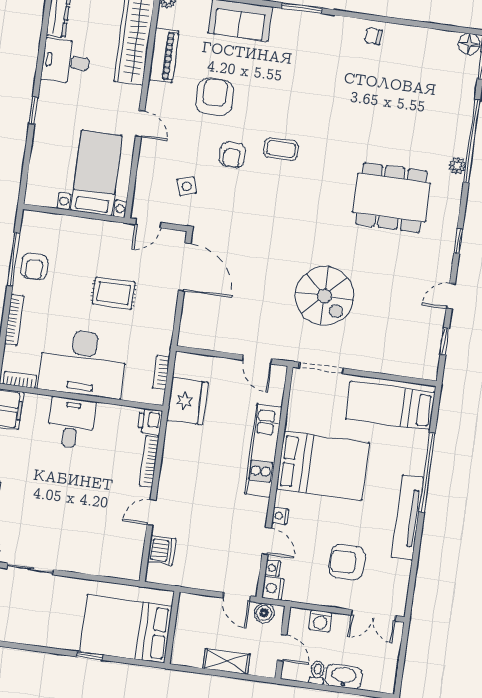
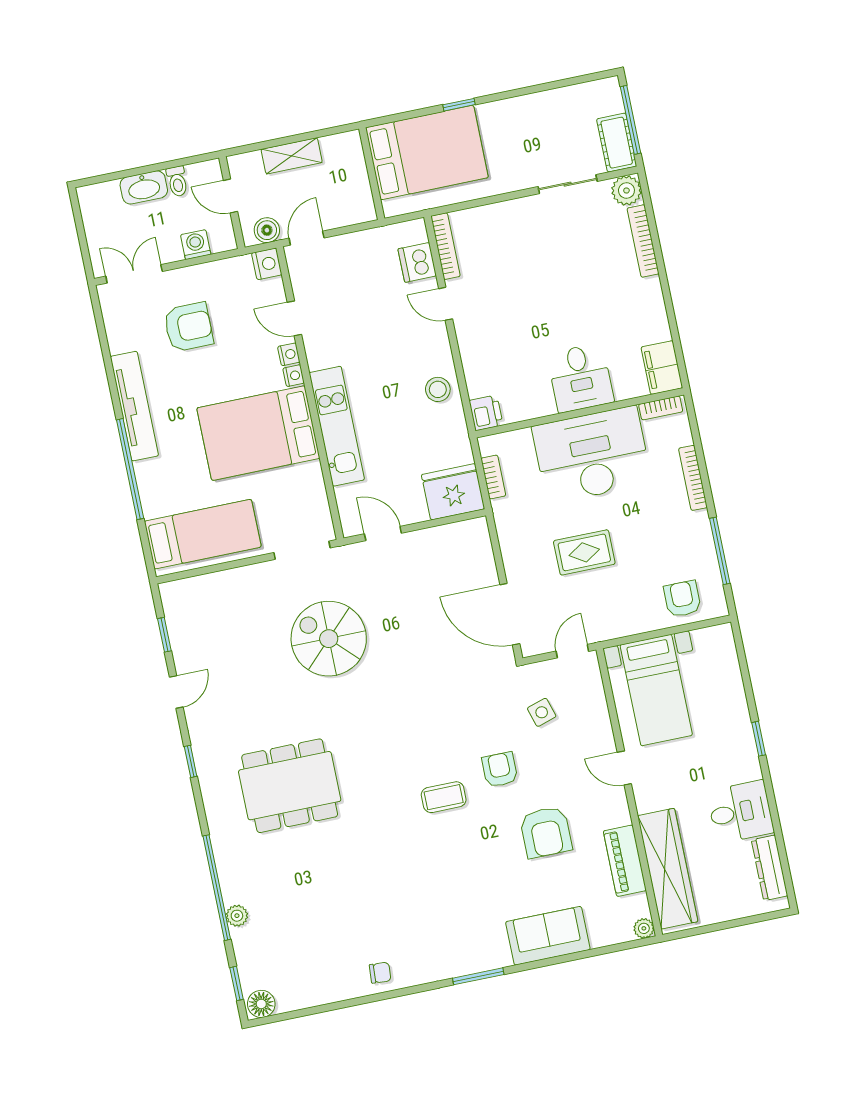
plant: (457, 166) -> (237, 916), moved
armchair: (34, 266) -> (682, 599), moved
fridge: (187, 401) -> (453, 492), moved, turned 90
stool: (179, 451) -> (438, 389), added
bookcase: (149, 461) -> (445, 246), moved
door: (151, 512) -> (446, 304), swing flipped
nightstand: (273, 568) -> (294, 376), moved
door: (237, 597) -> (307, 238), hinge flipped

